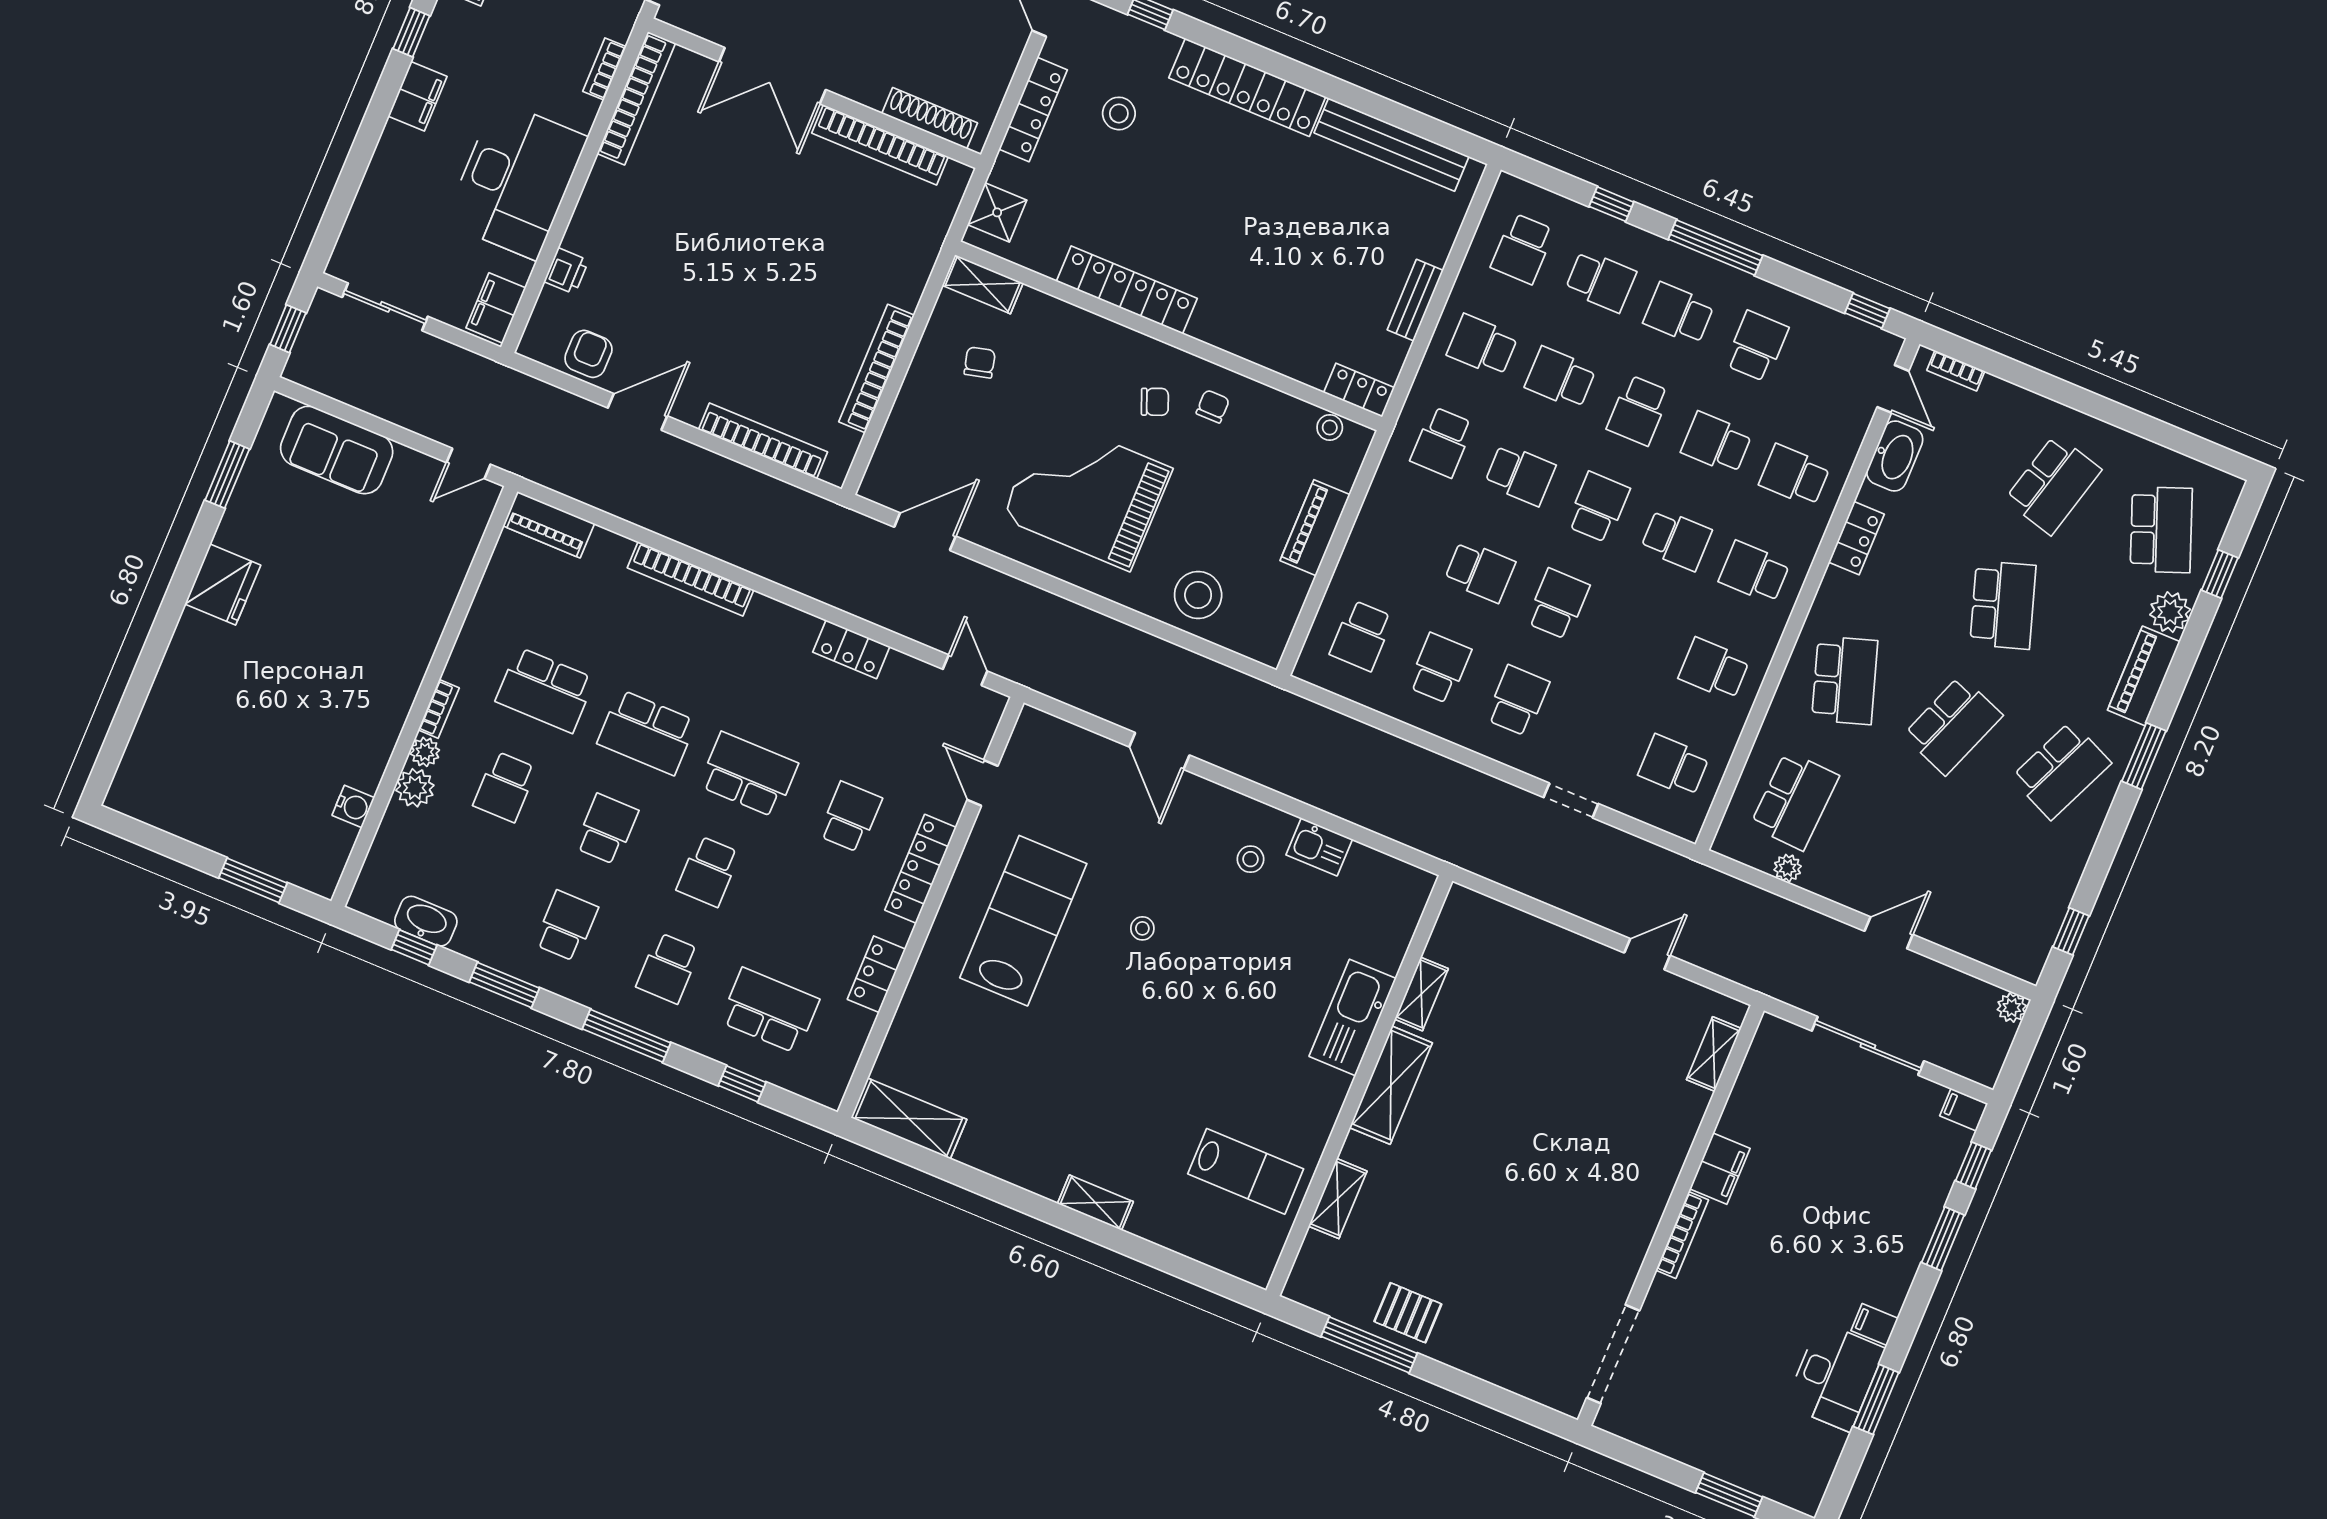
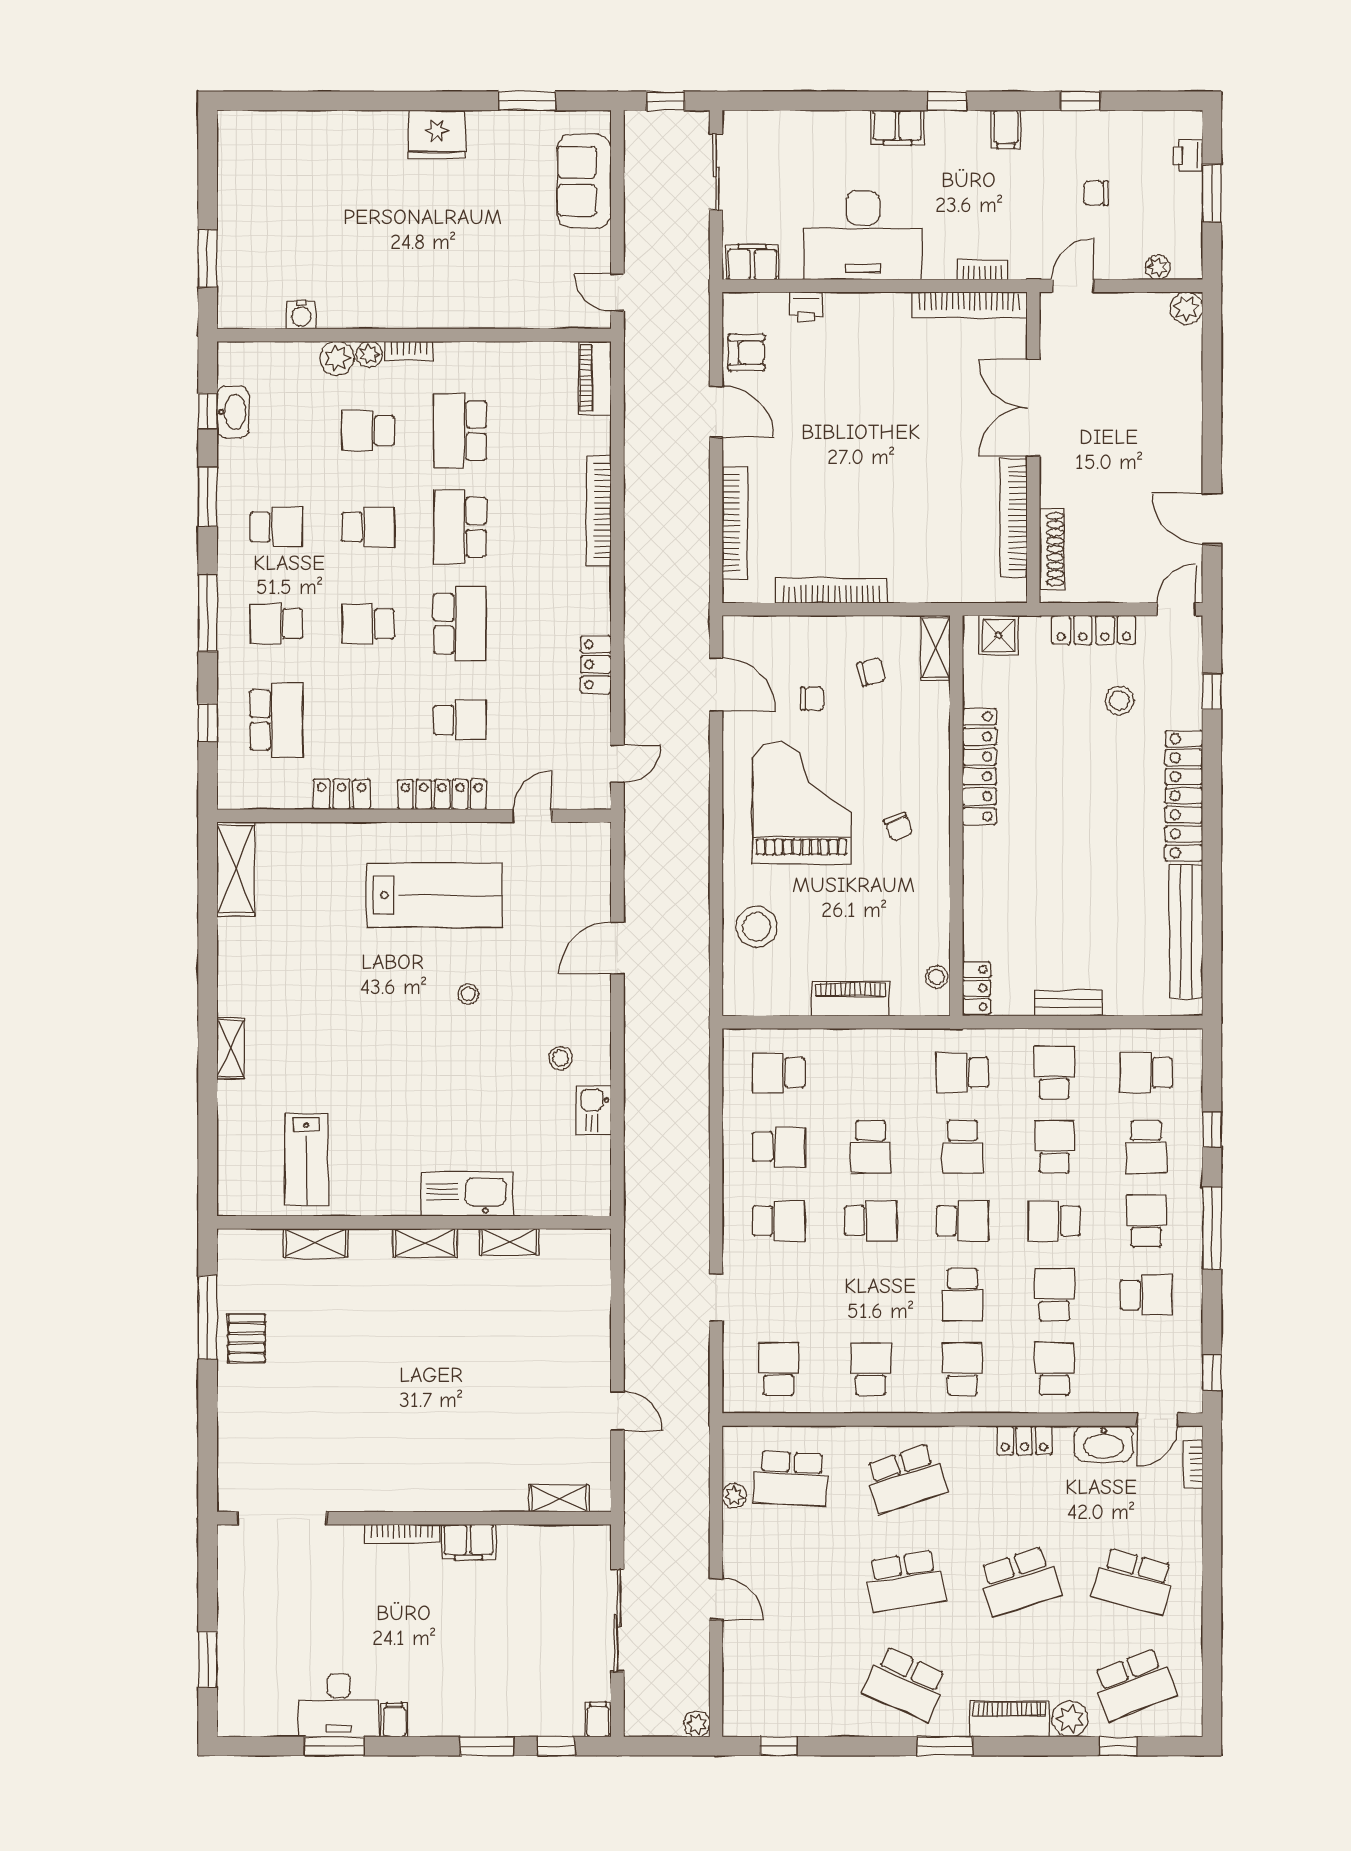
chair: (1213, 406) -> (812, 699), moved
school desk: (1953, 725) -> (905, 1581), turned -30
shelving: (1391, 1085) -> (425, 1243), width x0.67, depth x0.75

